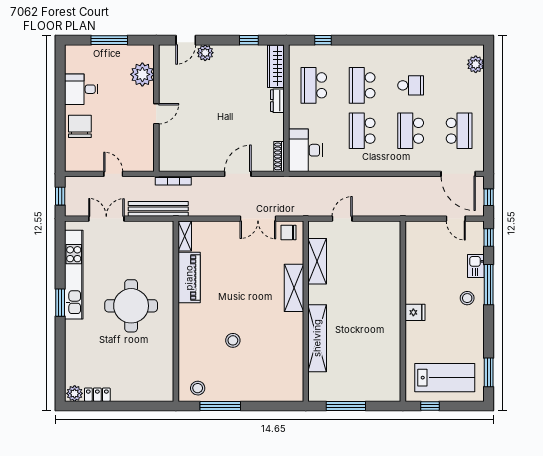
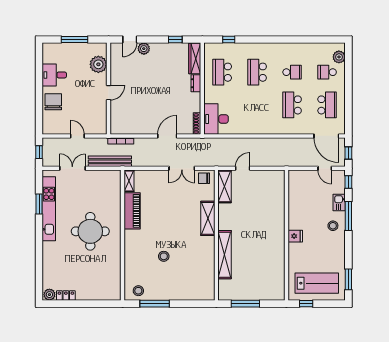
school desk: (362, 131) -> (327, 72), moved, width x0.54
shelving: (317, 261) -> (225, 186), moved
window: (60, 303) -> (39, 204), moved

